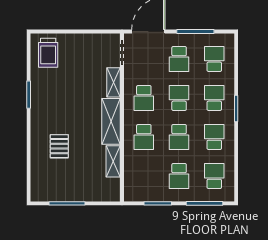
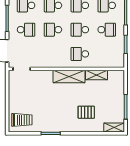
shelving: (114, 82) -> (114, 127), moved
school desk: (144, 98) -> (53, 54), removed
school desk: (144, 137) -> (80, 54), turned 180
school desk: (179, 137) -> (80, 30), turned 180

